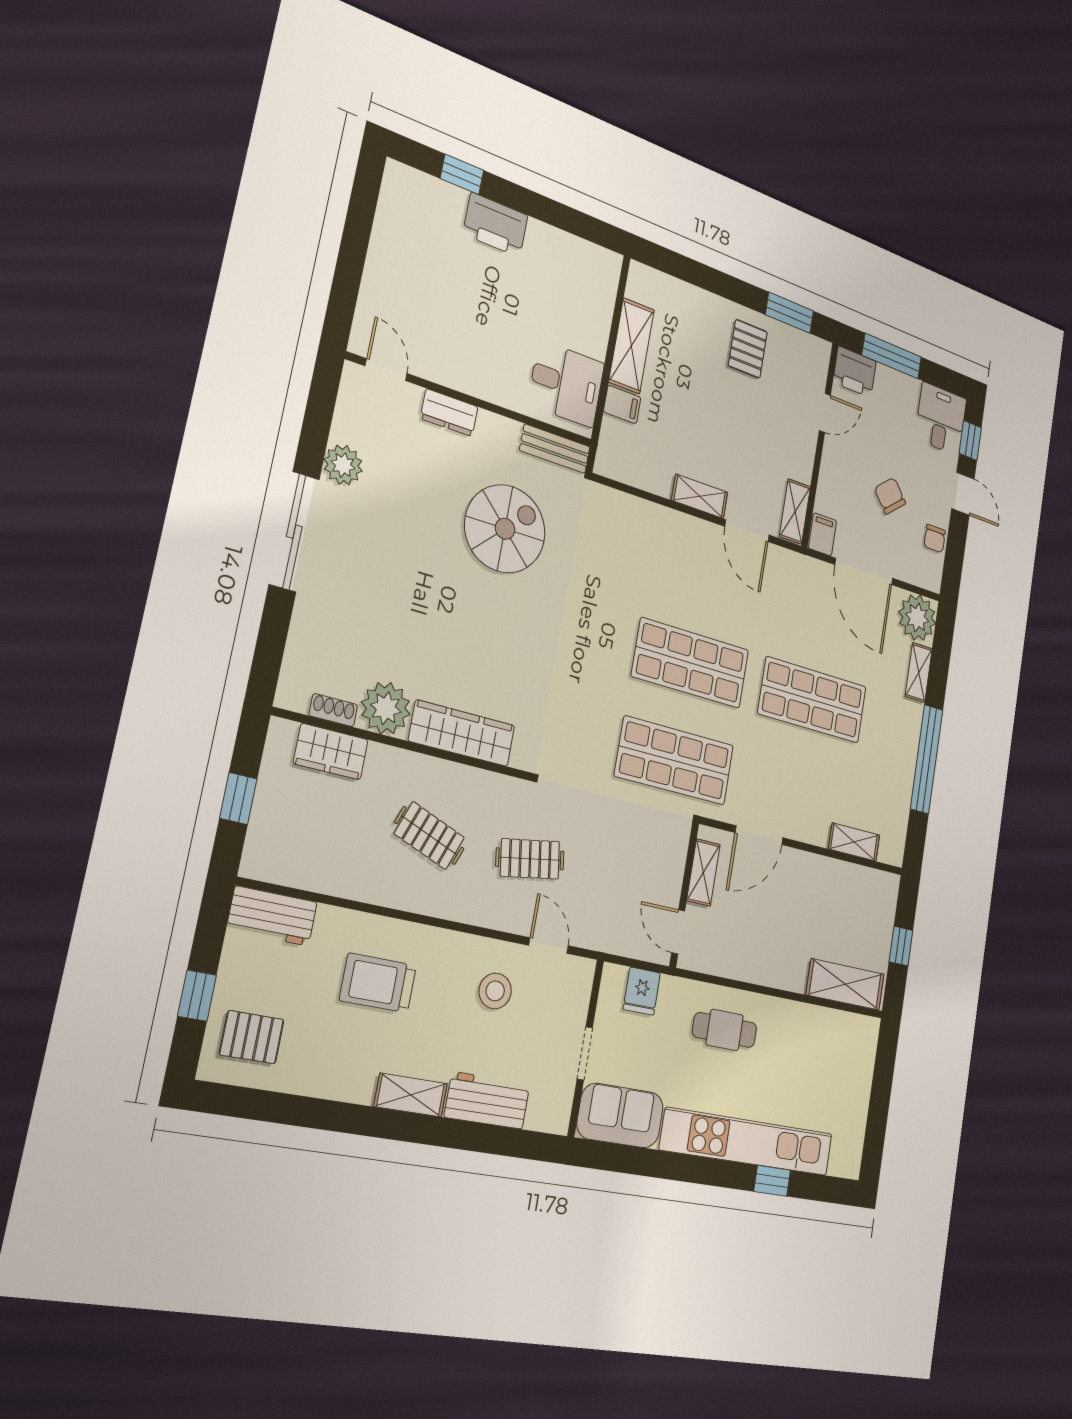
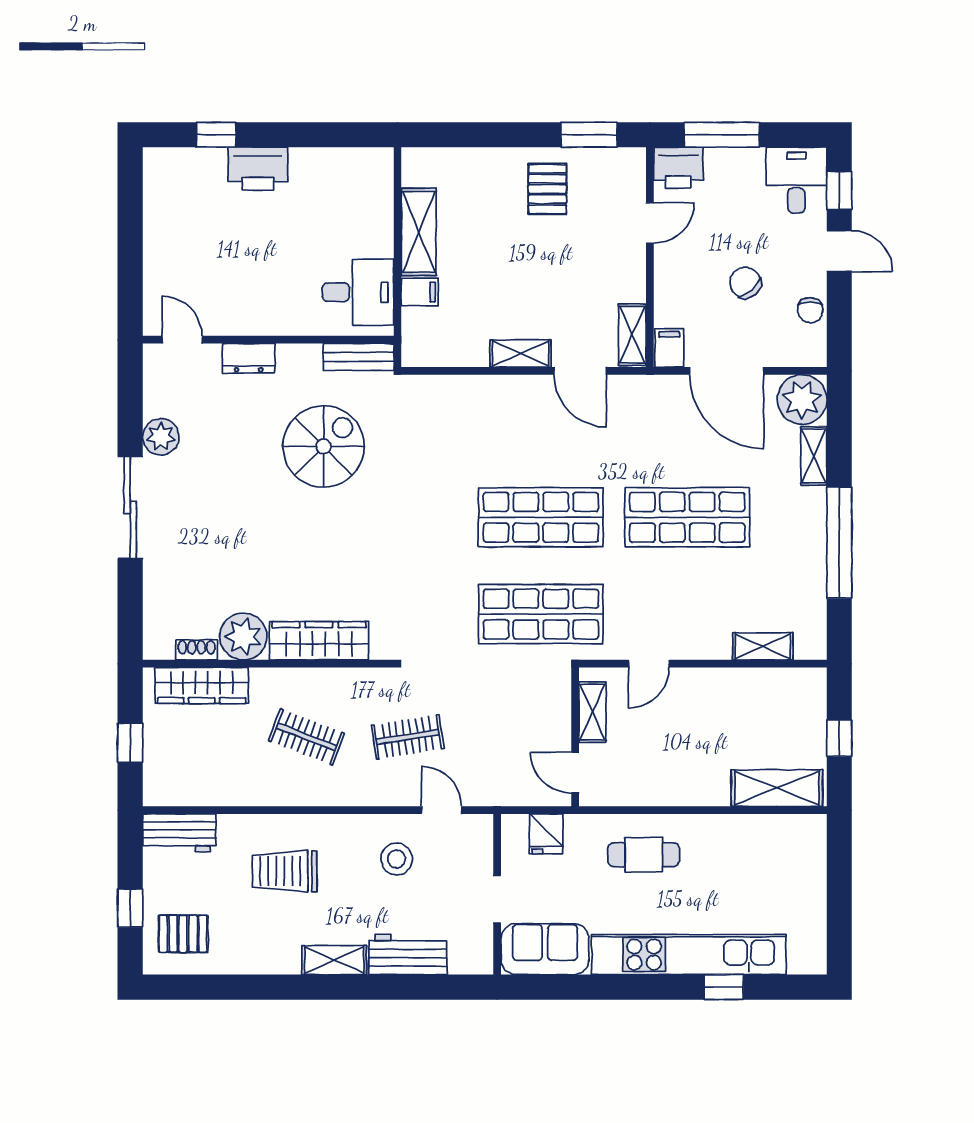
wardrobe: (331, 752) -> (202, 685), width x1.50
door: (759, 835) -> (649, 664), width x0.73

